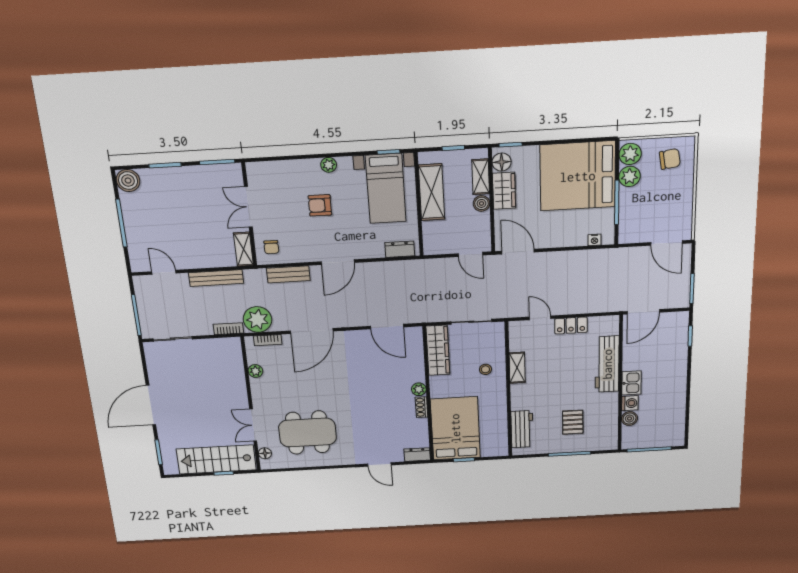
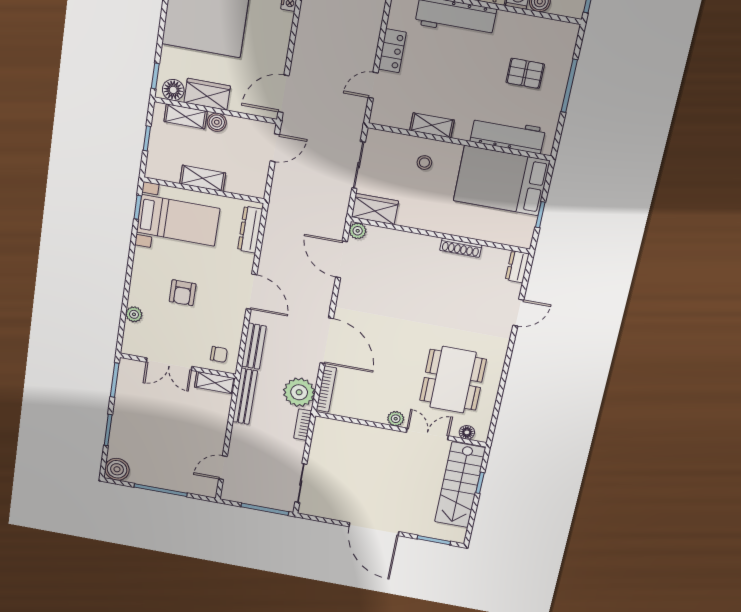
plant: (329, 165) -> (134, 314), moved
shelving: (432, 192) -> (203, 178), width x0.67, depth x0.75
dresser: (400, 249) -> (250, 230), width x1.44
bench: (216, 278) -> (245, 396), moved
door: (387, 327) -> (341, 260), swing flipped
bookcase: (268, 340) -> (326, 389), width x1.56
wardrobe: (438, 350) -> (375, 209), width x0.67
plant: (255, 371) -> (396, 419), moved
plant: (419, 389) -> (358, 231), moved
shoe rack: (422, 407) -> (461, 248), width x1.43
double door: (253, 425) -> (427, 434), swing flipped
bed: (455, 428) -> (501, 181), moved
workbench: (522, 429) -> (508, 135), width x1.37

